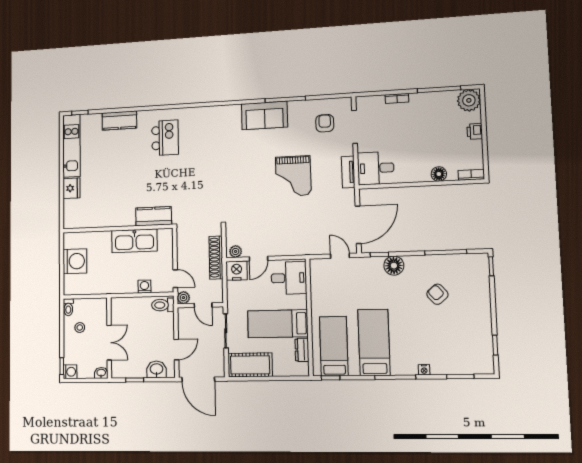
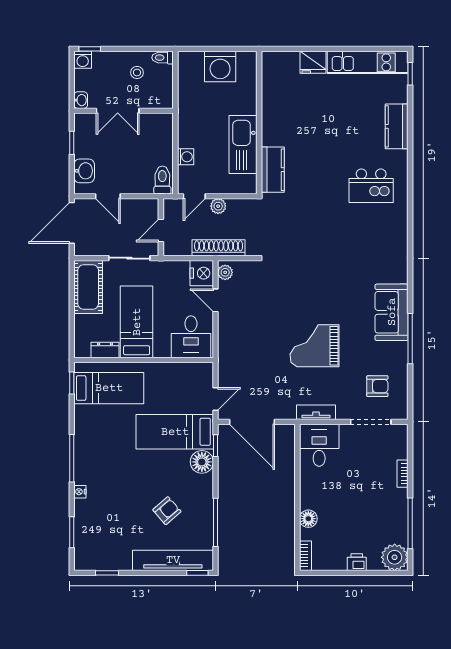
tv unit: (481, 288) -> (173, 560), added
plant: (183, 298) -> (218, 206), moved
bed: (374, 342) -> (175, 432), moved, turned 180

